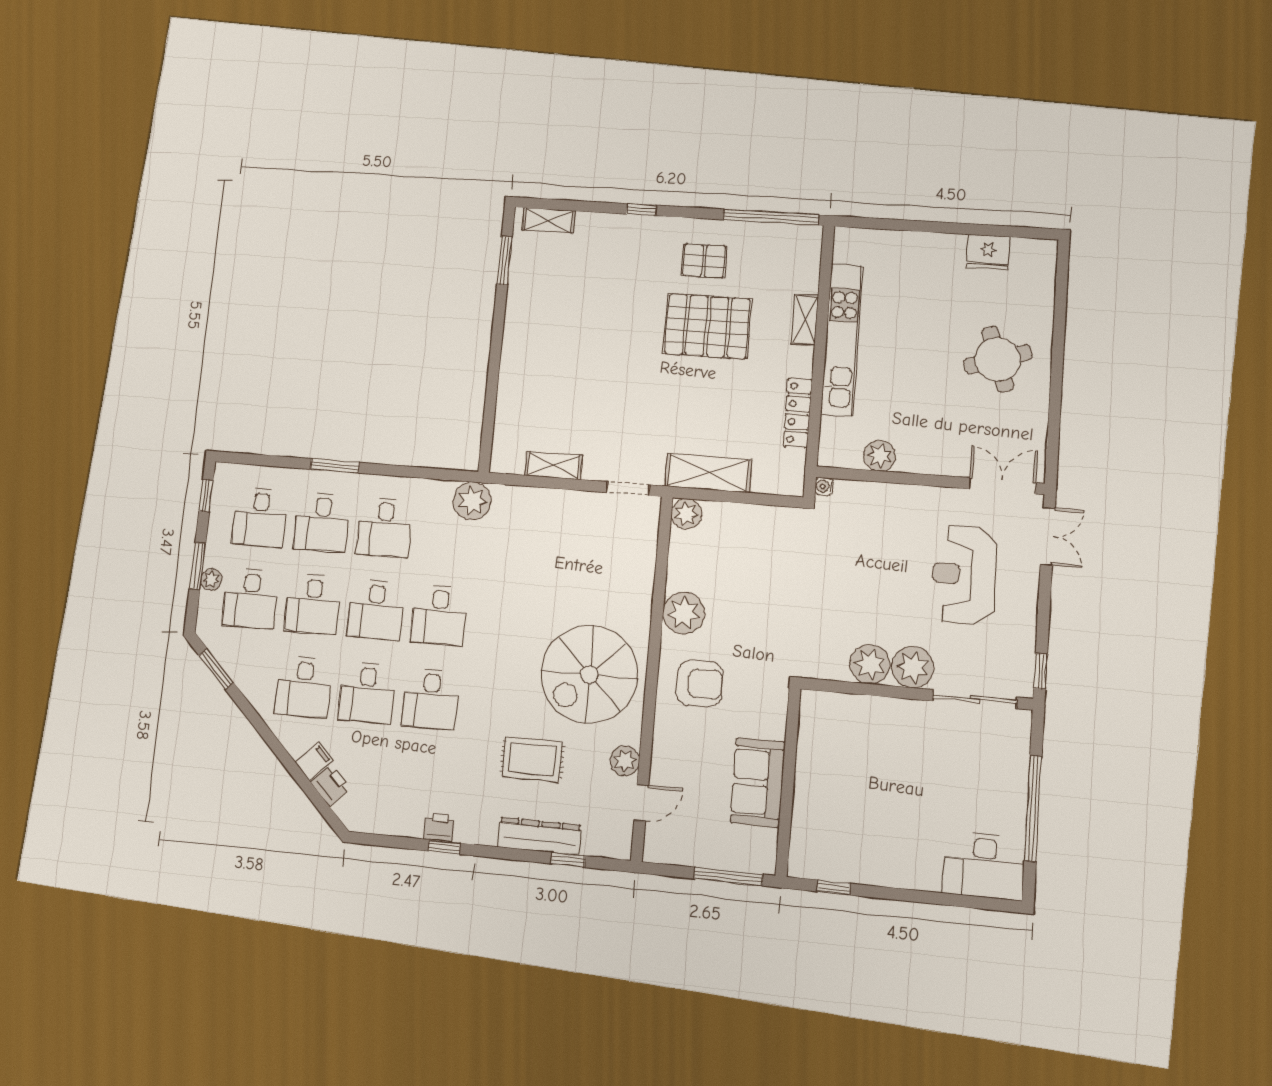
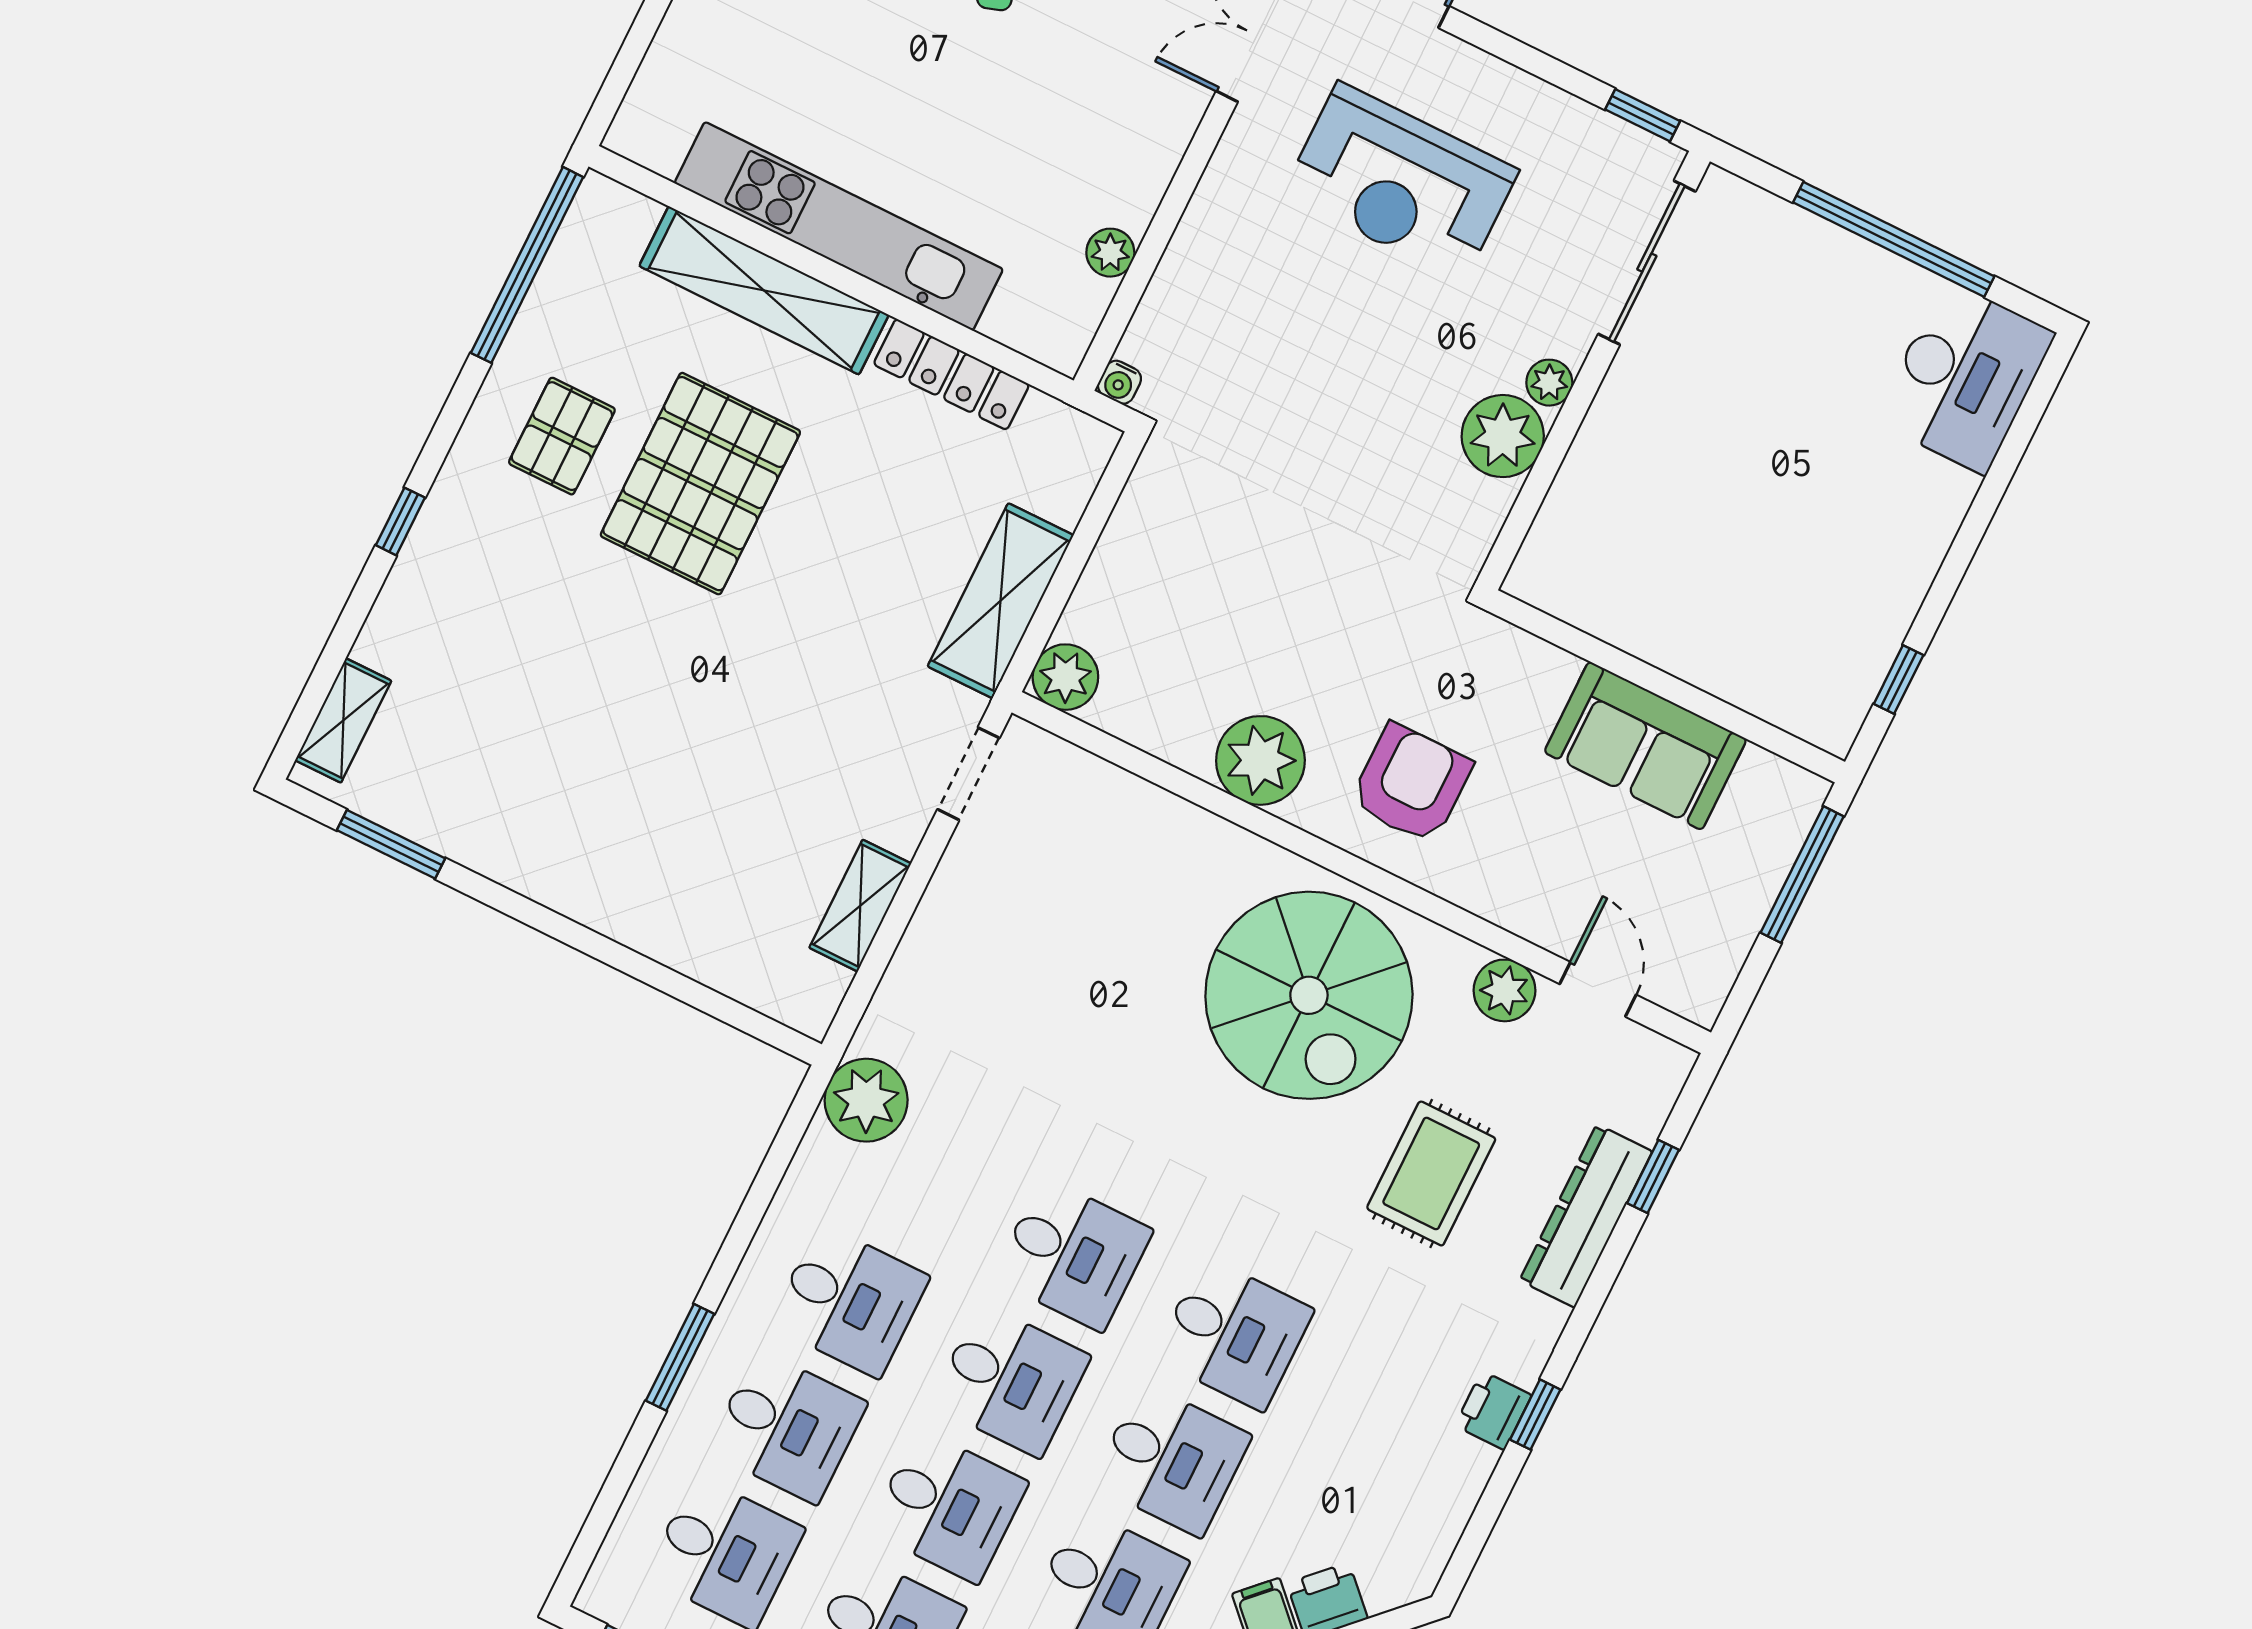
shelving: (805, 320) -> (764, 290), width x2.20, depth x1.33
plant: (880, 456) -> (1110, 253), width x0.73, depth x0.73
plant: (913, 667) -> (1549, 383), width x0.53, depth x0.53

